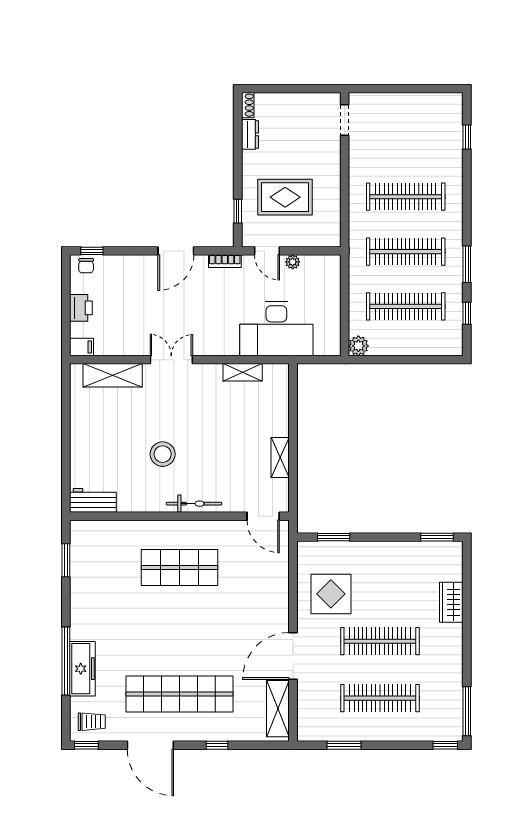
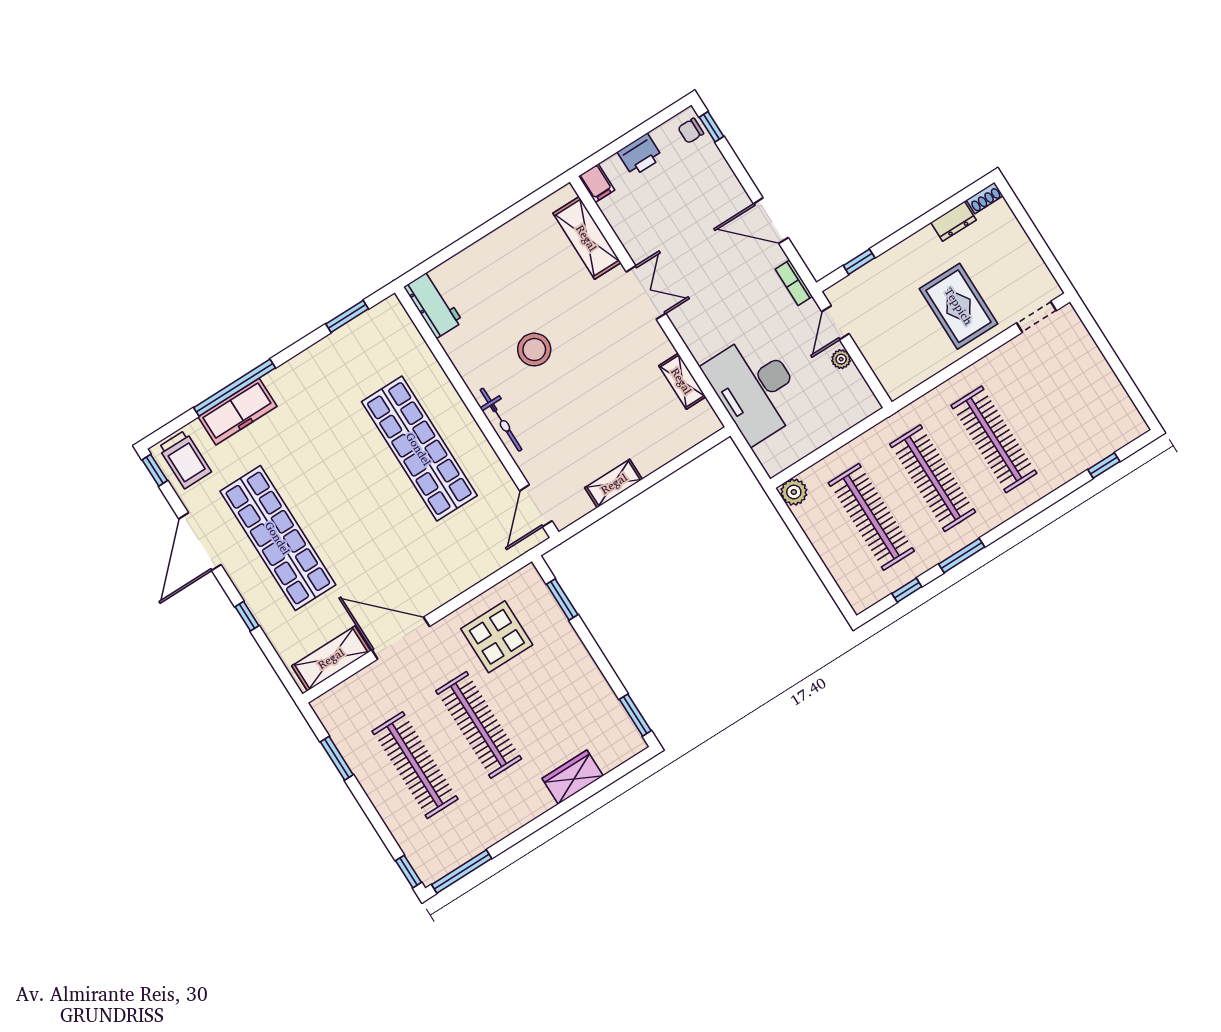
rug: (285, 197) -> (959, 306), moved
shop shelf: (179, 567) -> (419, 449), width x1.40
trolley: (92, 722) -> (185, 459), width x1.36, depth x1.39

